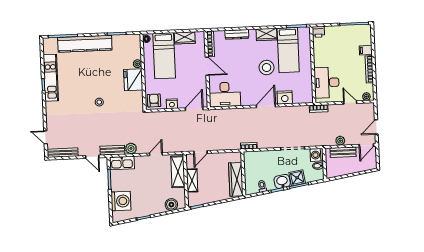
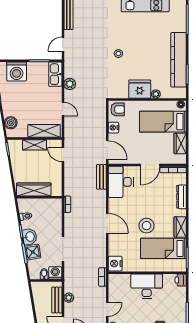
kitchen counter: (85, 44) -> (179, 60), moved
desk: (327, 83) -> (147, 286), moved
nightstand: (285, 97) -> (115, 264), moved
bench: (112, 150) -> (101, 177), moved

